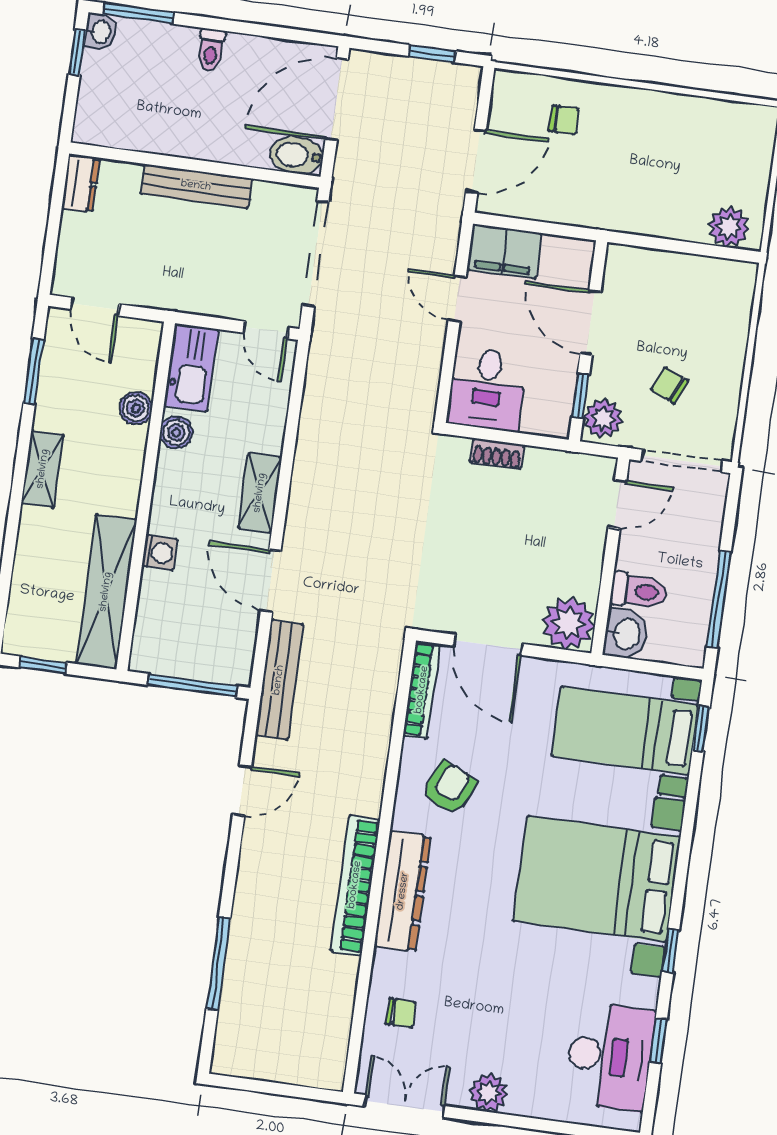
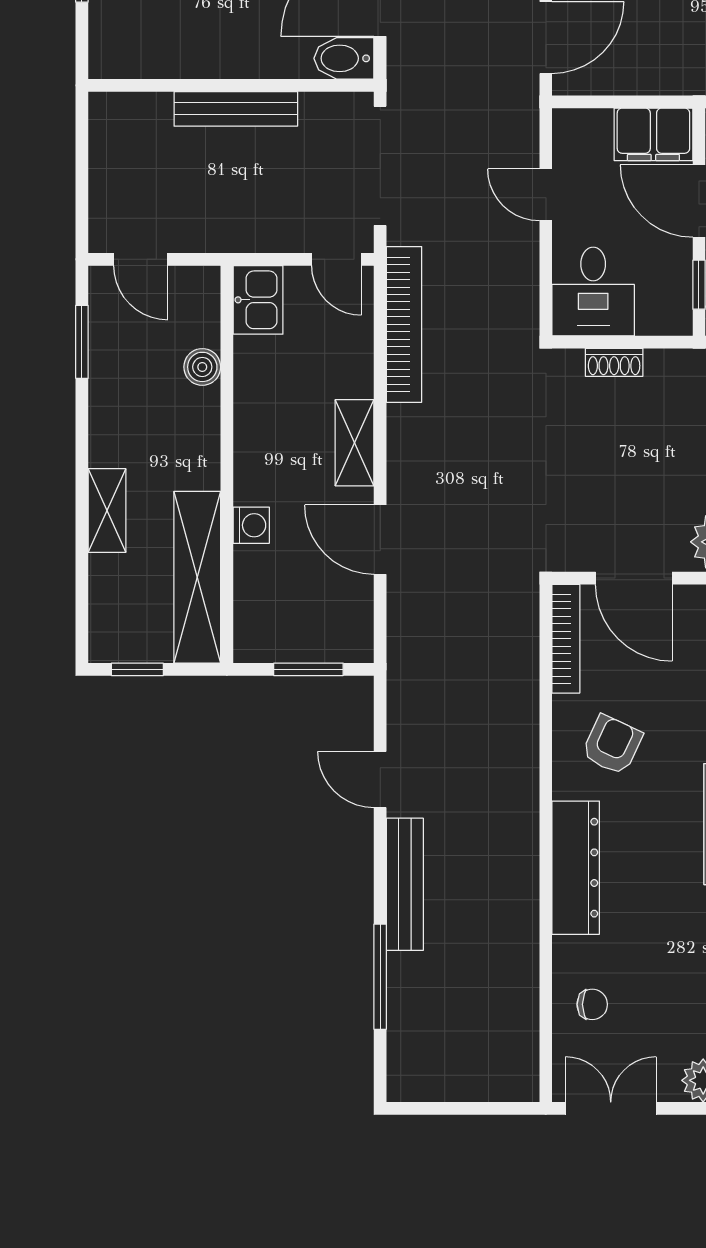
dresser: (81, 183) -> (106, 123), removed
filing cabinet: (504, 251) -> (653, 134), moved
kitchen sink: (191, 367) -> (258, 300), width x0.73
boiler: (176, 433) -> (251, 388), removed
shelving: (43, 469) -> (107, 511), moved
bench: (279, 680) -> (405, 884), moved
window: (192, 686) -> (308, 669), width x0.69
door: (242, 791) -> (380, 779), swing flipped
bookcase: (355, 885) -> (404, 324), moved, turned 180

